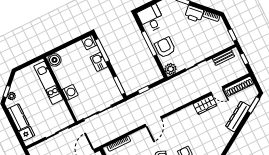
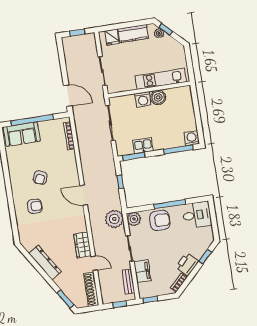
filing cabinet: (211, 49) -> (142, 271), added
boiler: (54, 60) -> (158, 97), moved
kitchen sink: (99, 62) -> (143, 146), moved
plant: (175, 85) -> (114, 219), added
door: (217, 90) -> (94, 263), swing flipped
dresser: (238, 117) -> (45, 262), moved
door: (153, 122) -> (84, 195), moved

